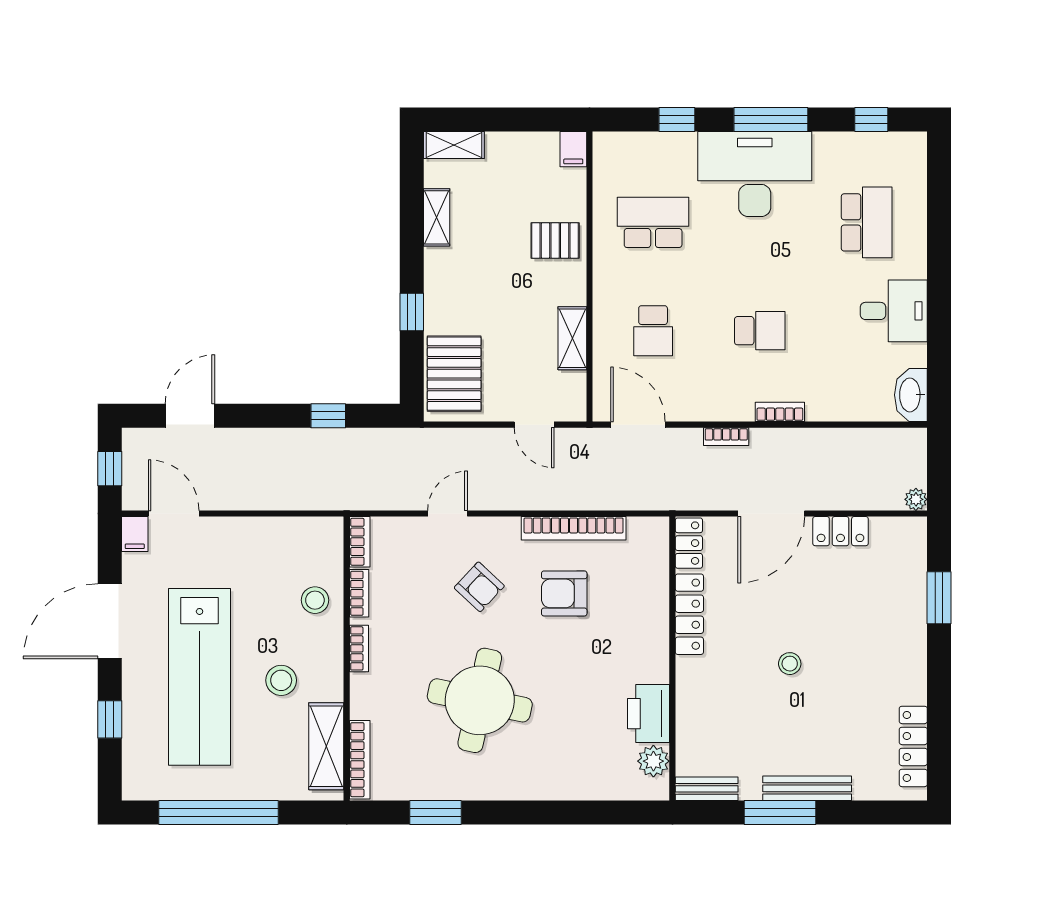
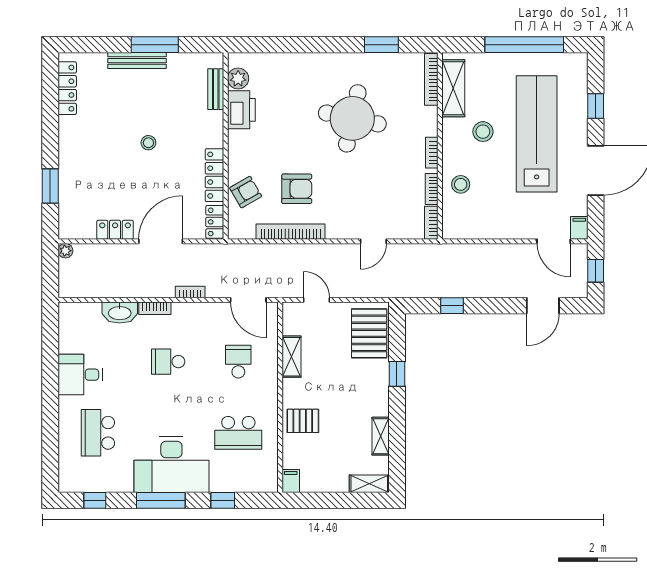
washbasin: (911, 395) -> (120, 312), moved, turned 90
armchair: (479, 587) -> (246, 192), moved, turned 107
bench: (707, 789) -> (216, 89), moved, turned 90

